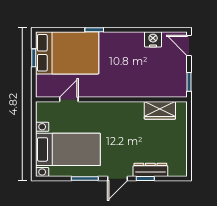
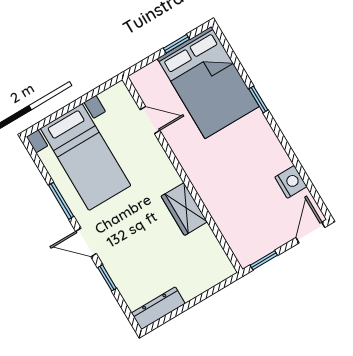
wardrobe: (160, 110) -> (184, 209), moved
dresser: (150, 170) -> (158, 308), moved, turned -90

